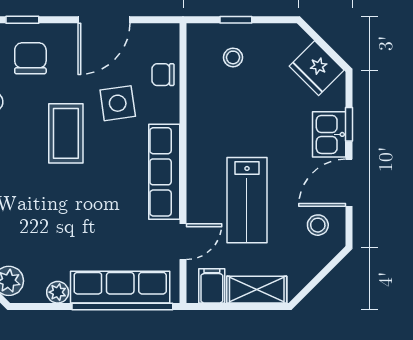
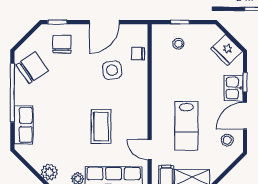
coffee table: (66, 133) -> (101, 127), moved
row of seats: (164, 172) -> (139, 110), removed
door: (183, 242) -> (150, 150), swing flipped

